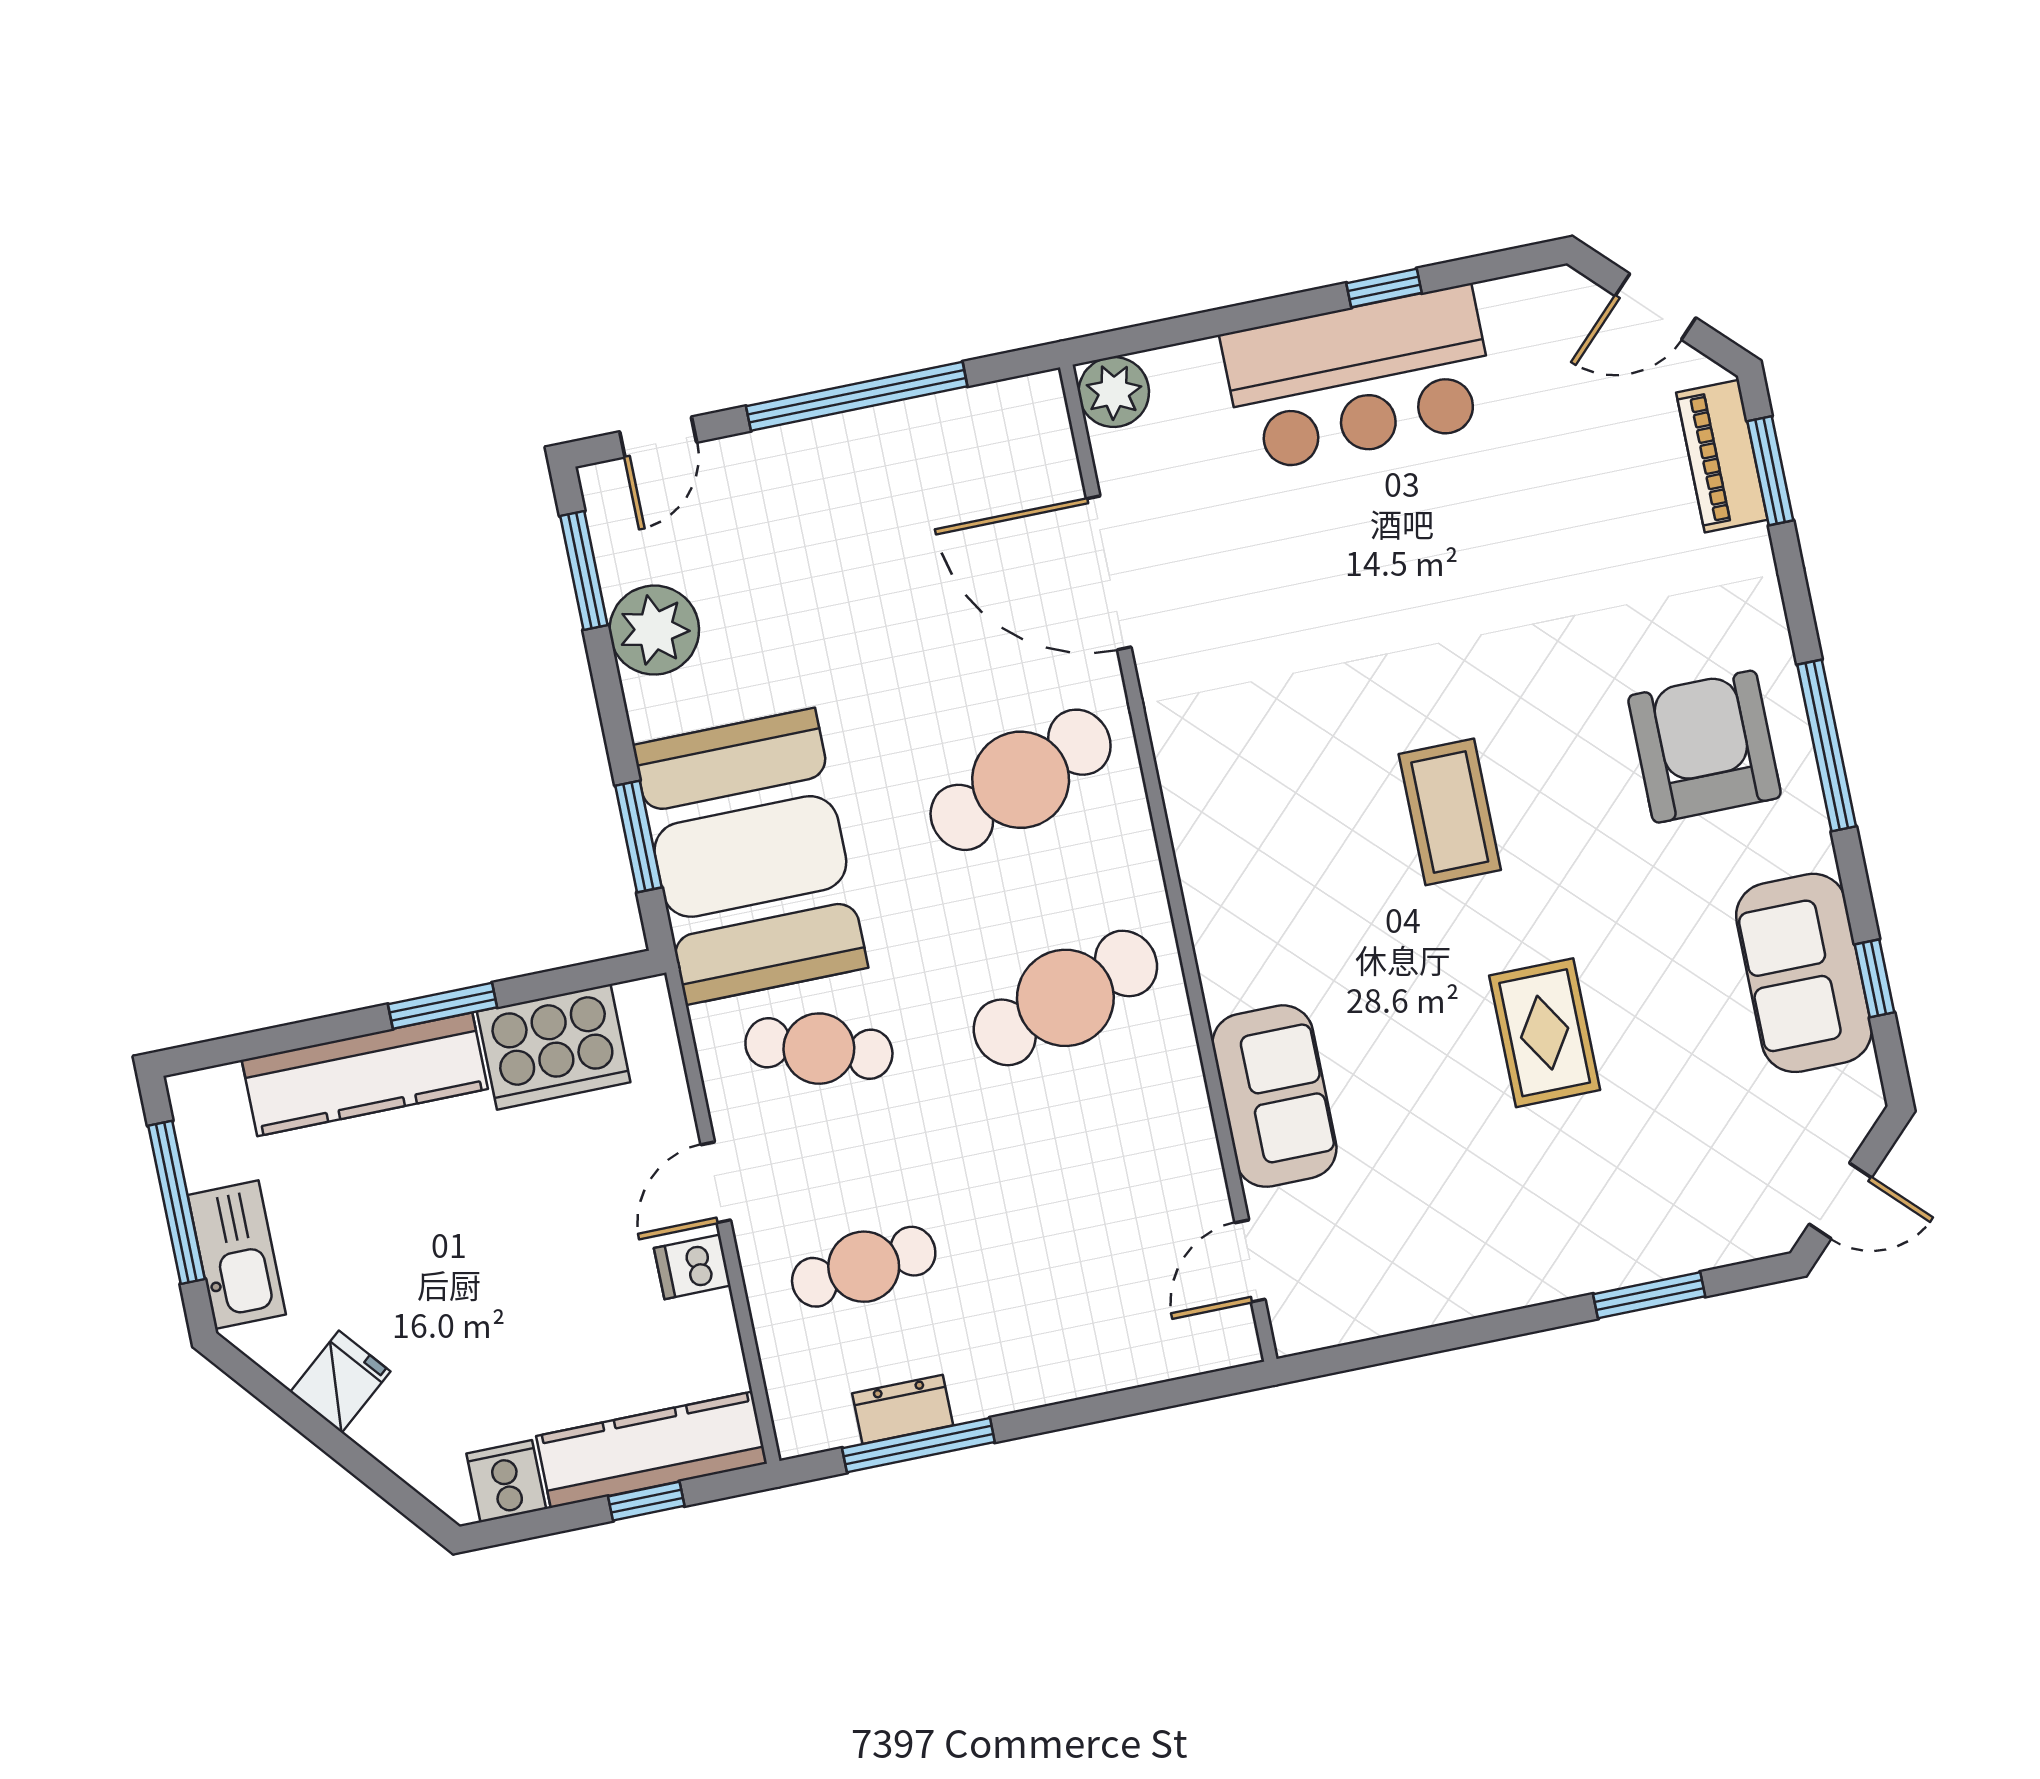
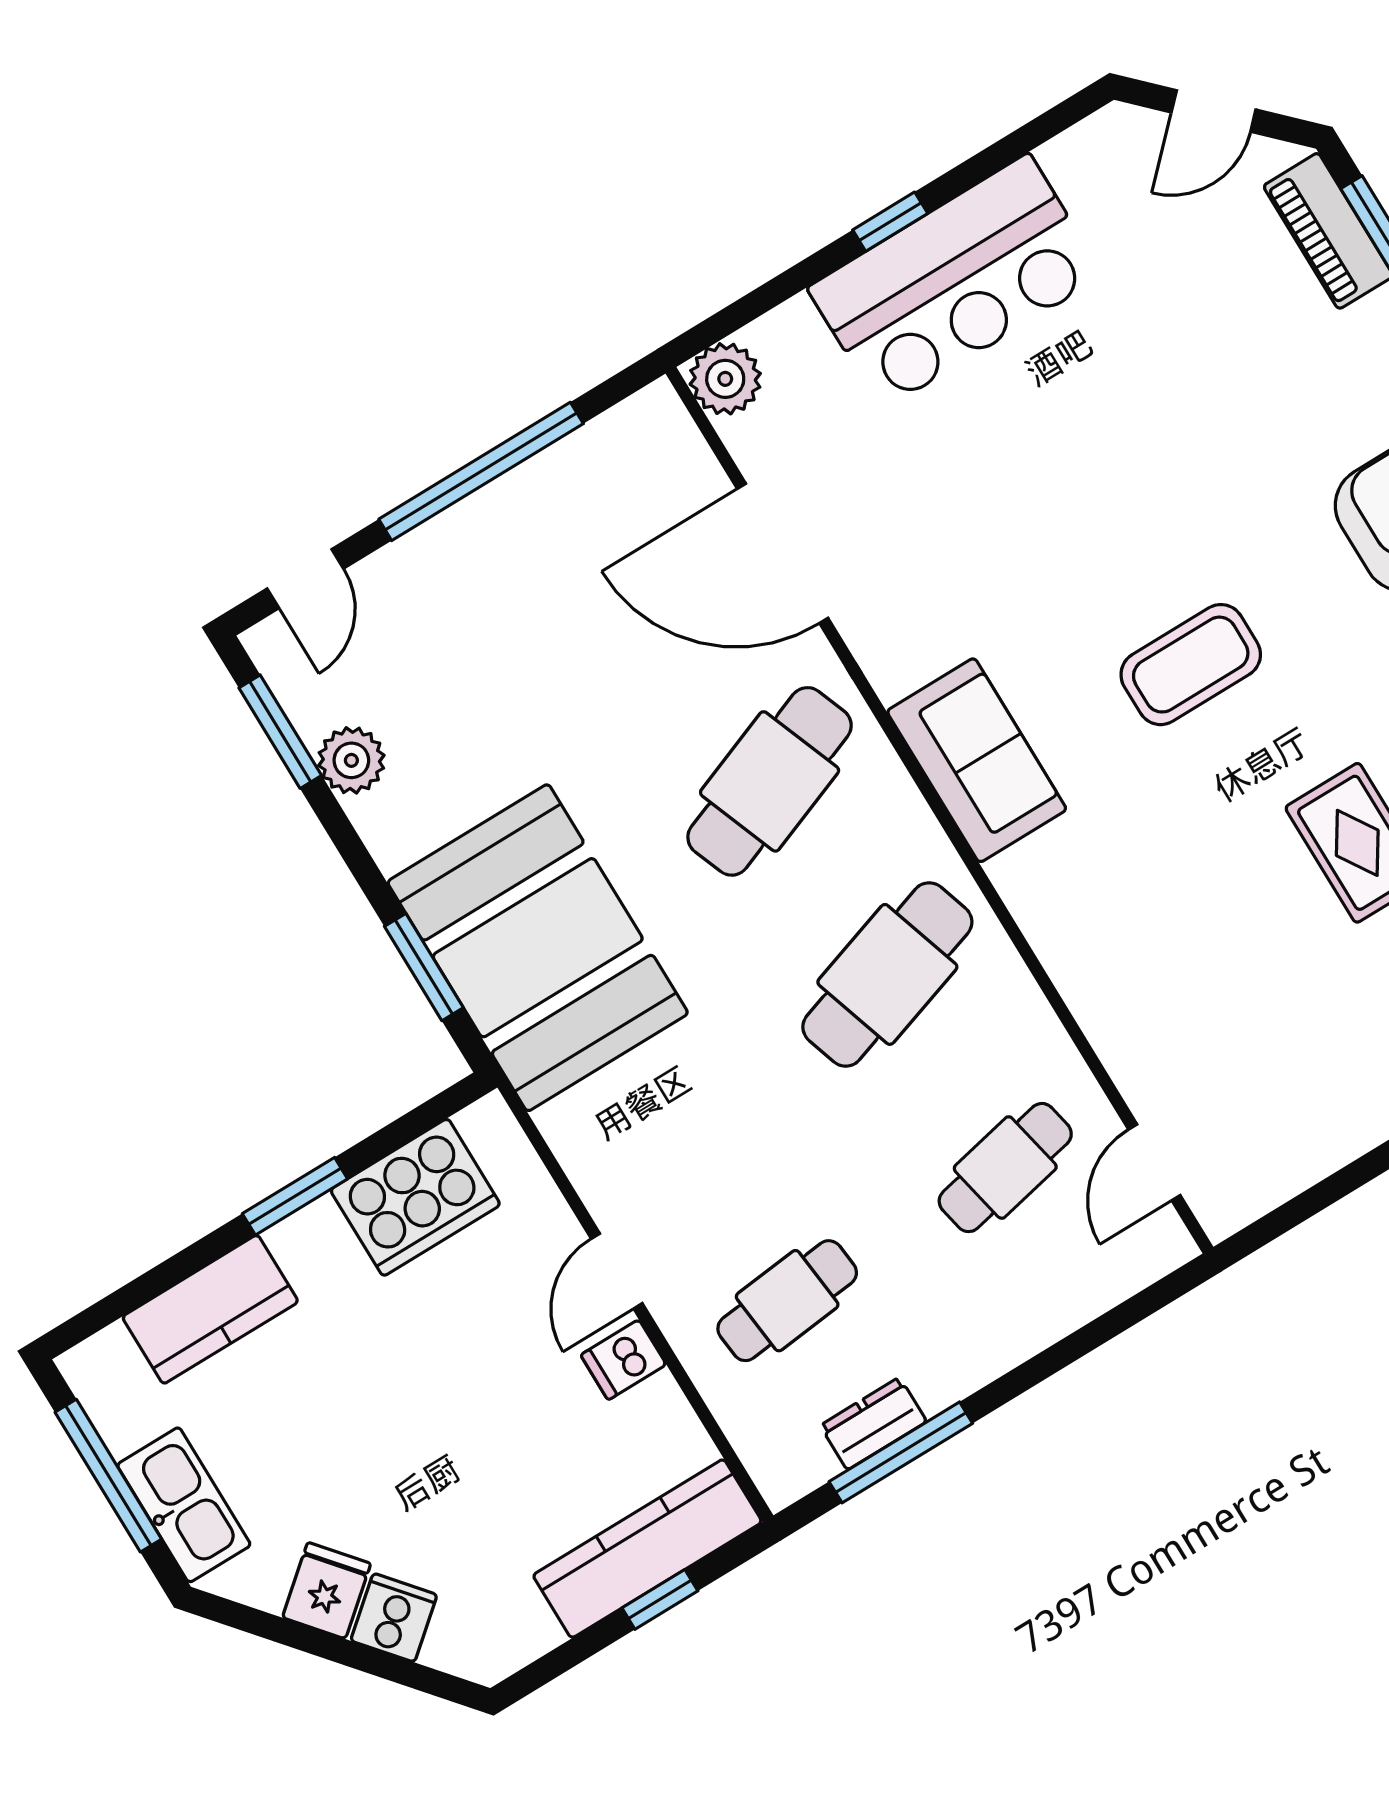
window: (1384, 288) -> (890, 222), moved
plant: (654, 630) -> (351, 760), width x0.73, depth x0.73
coffee table: (1450, 812) -> (1191, 665), turned 90
cafe table: (819, 1049) -> (1005, 1168), moved, turned -30
kitchen counter: (365, 1074) -> (210, 1309), width x0.67
sofa: (1274, 1096) -> (977, 760), moved
cooker: (506, 1481) -> (394, 1618), moved, turned 50

